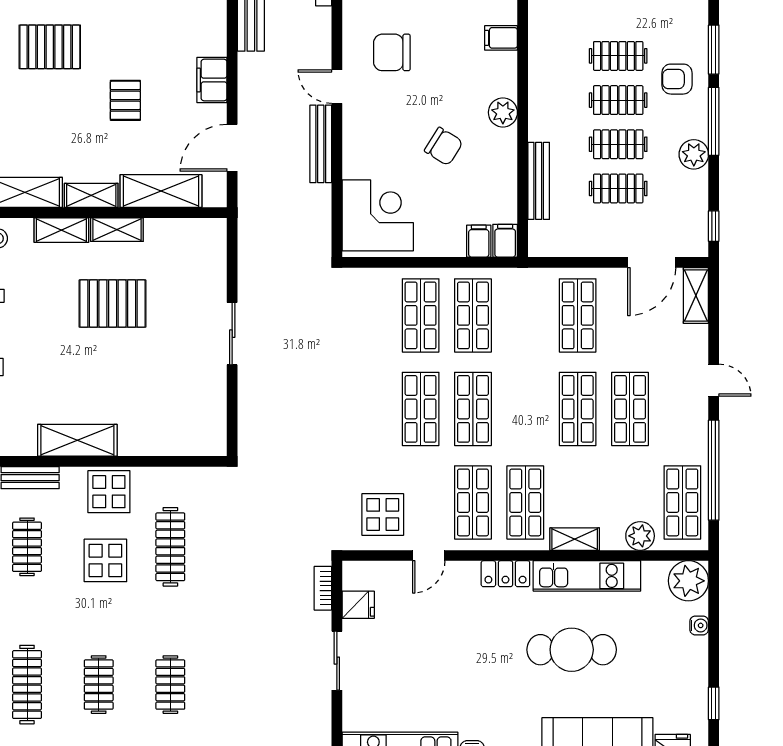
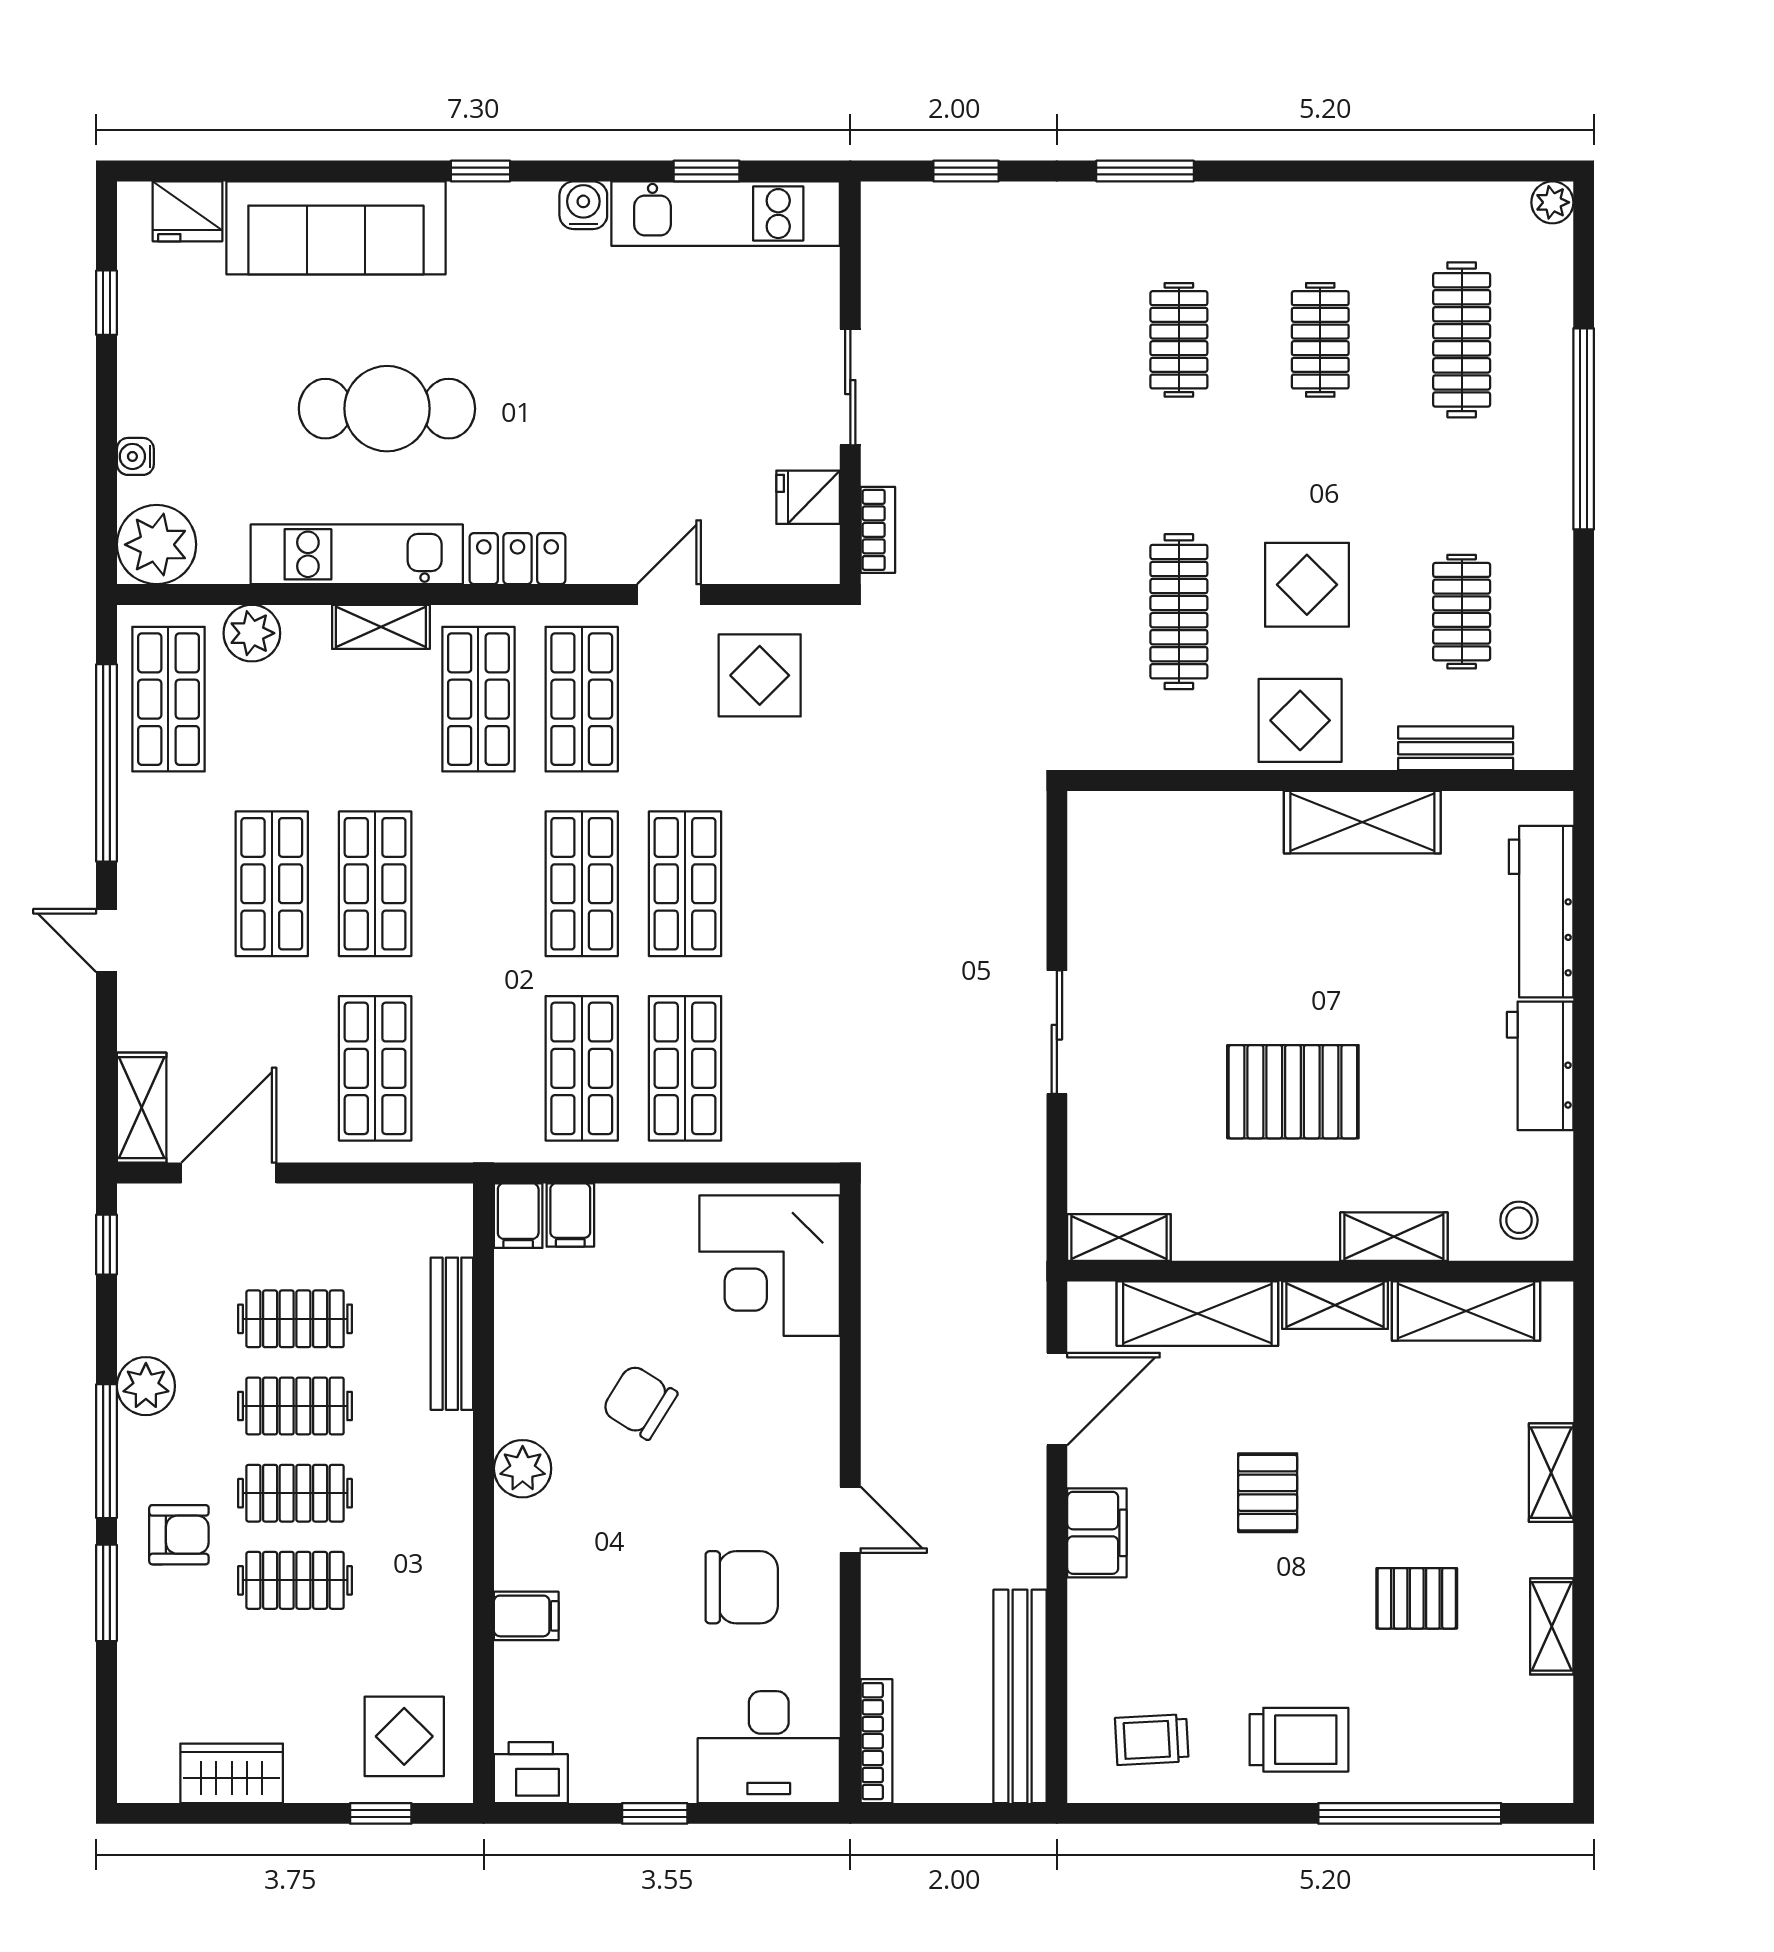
pallet: (50, 47) -> (1417, 1598), width x0.67, depth x0.71
bench: (321, 144) -> (882, 1407), removed
shelving: (117, 230) -> (1119, 1237), moved

